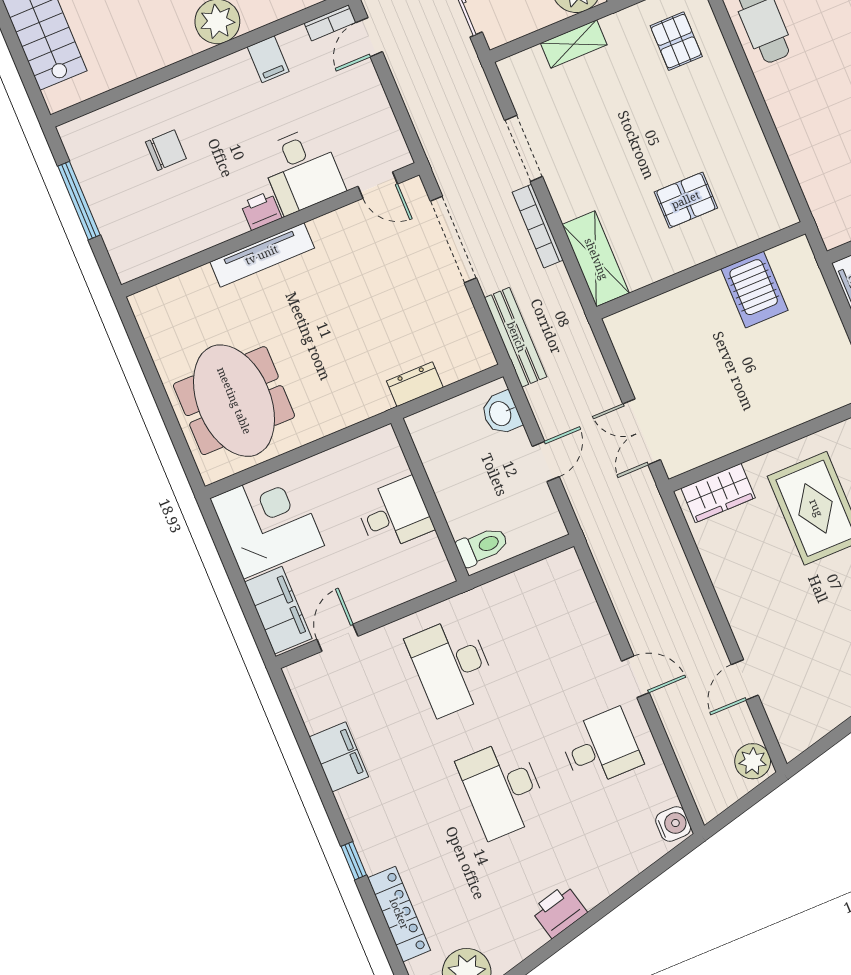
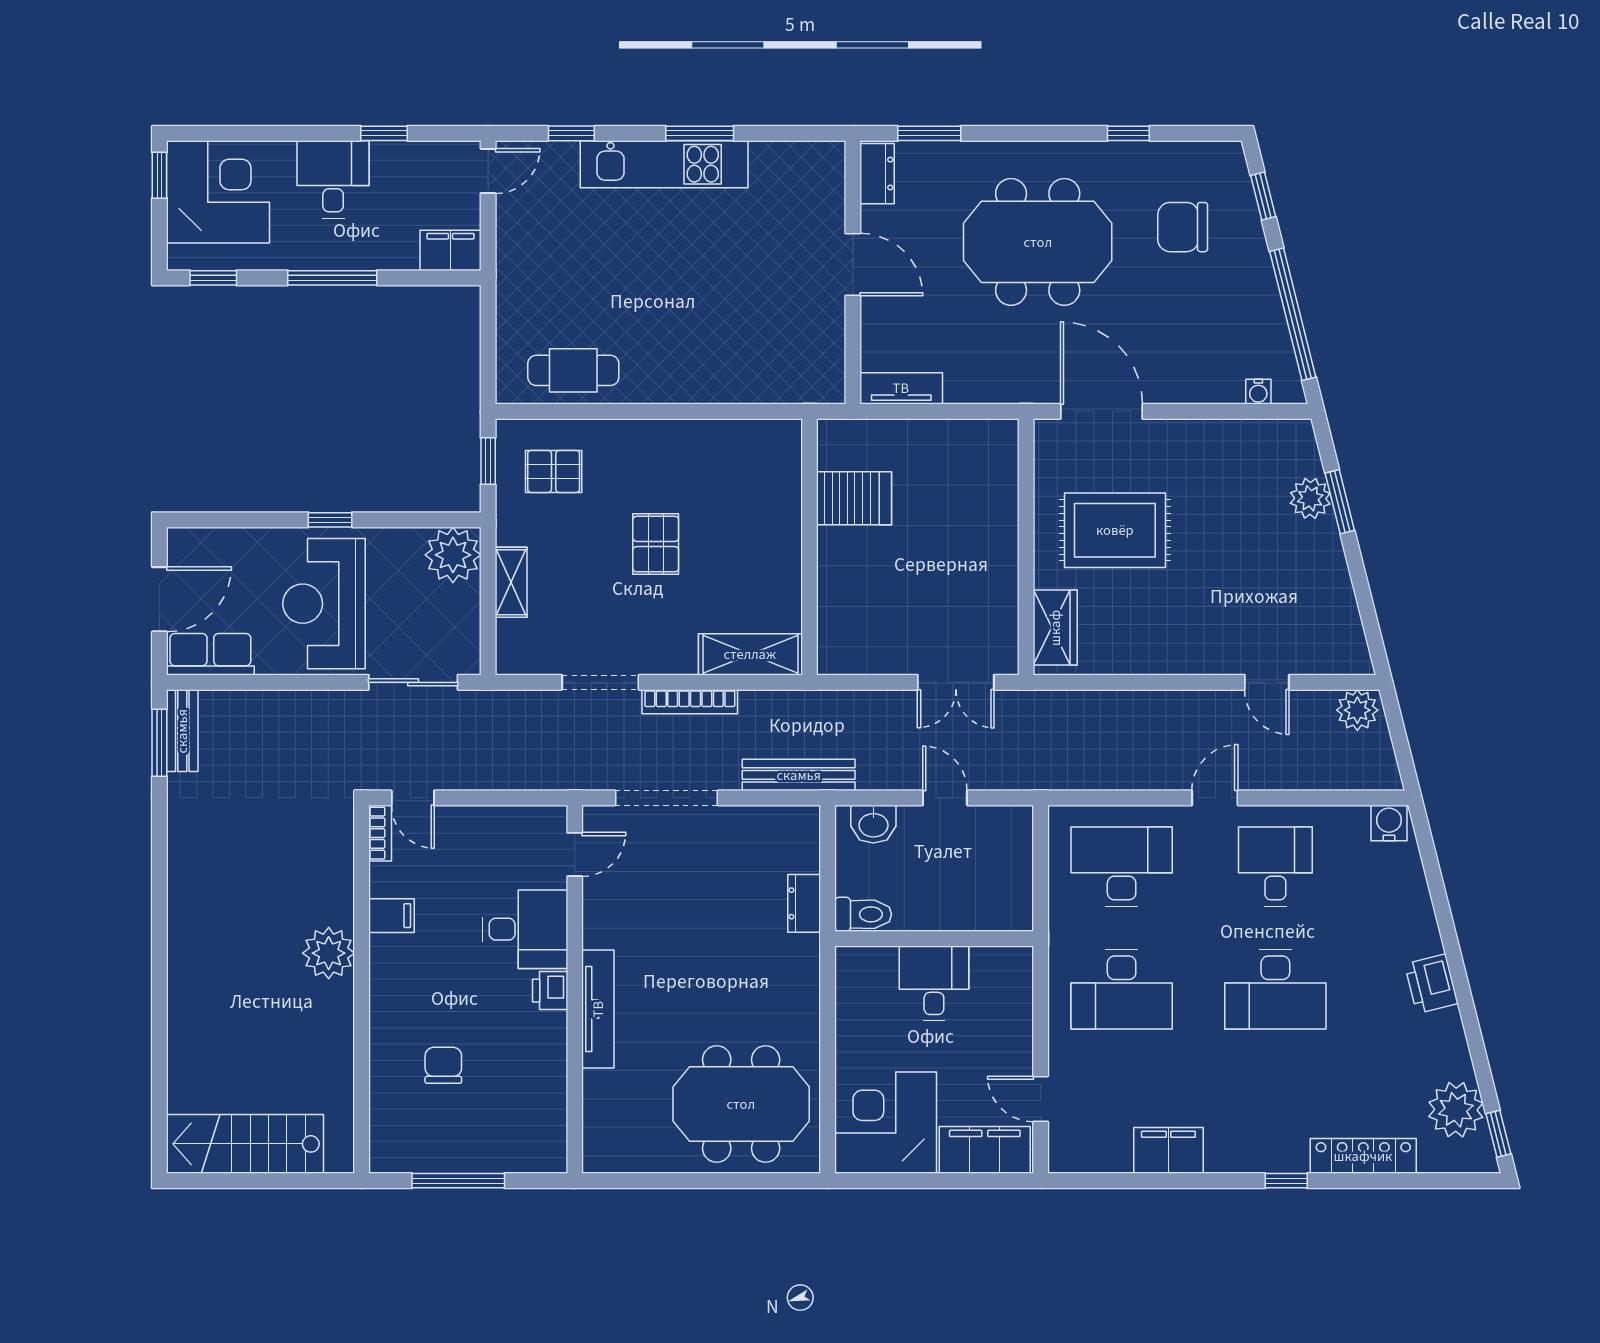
pallet: (686, 200) -> (656, 544), moved
toilet: (482, 546) -> (863, 914), moved, turned 90
desk: (550, 625) -> (1122, 867), added

